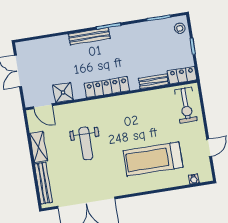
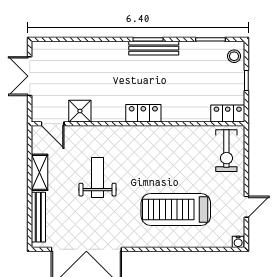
bench: (89, 36) -> (154, 48), moved
bench: (153, 81) -> (192, 115), removed
locker: (107, 87) -> (143, 113), width x0.66
weight bench: (86, 144) -> (98, 177), turned 180
water cooler: (194, 179) -> (238, 242), moved

